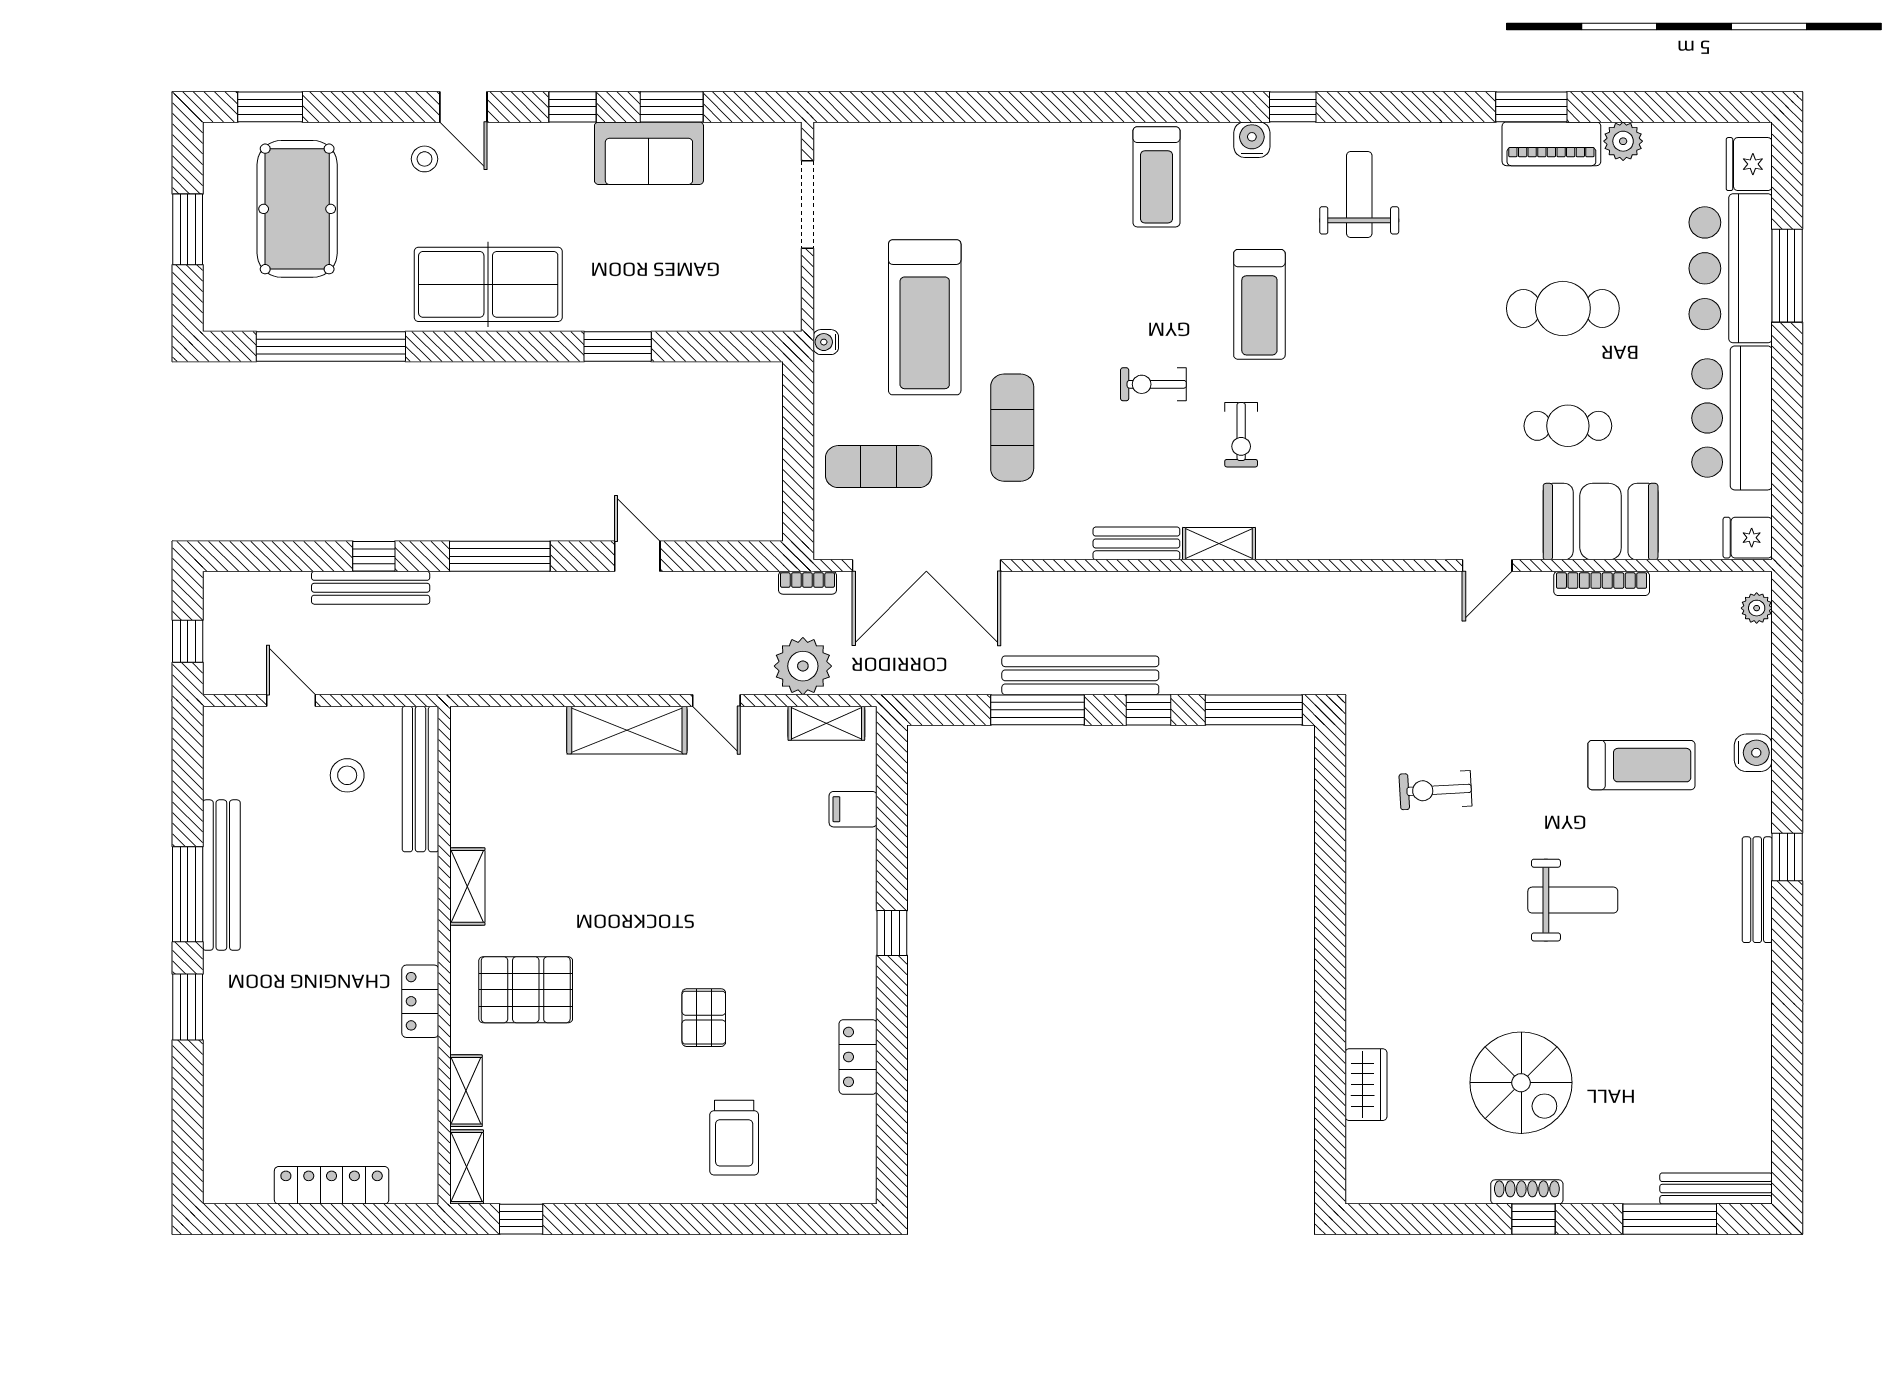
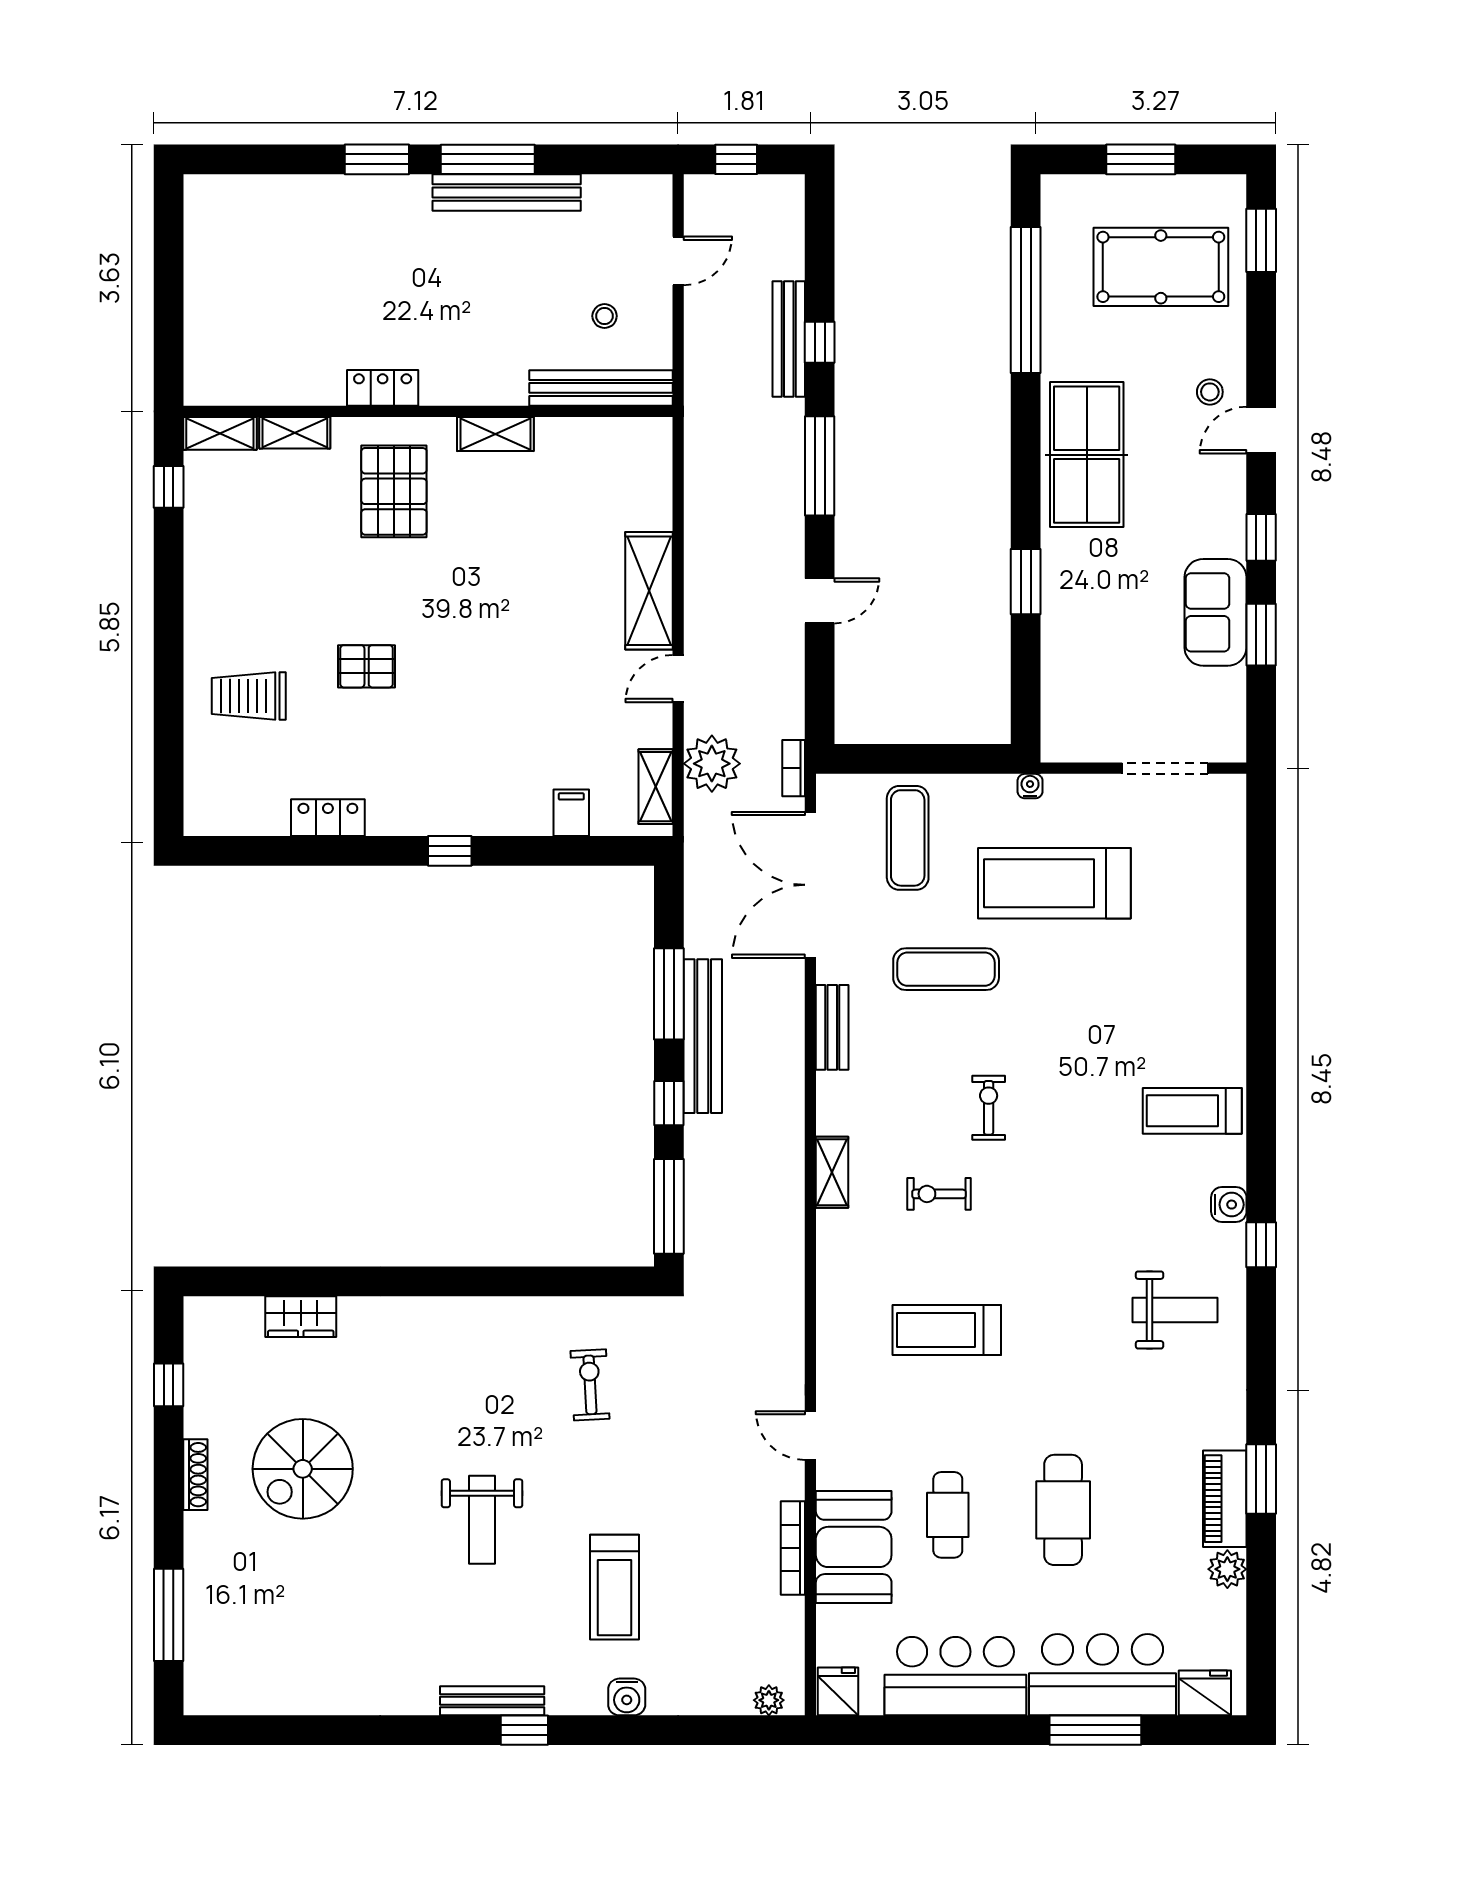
treadmill: (1259, 304) -> (947, 1330), moved
bench: (1136, 543) -> (832, 1027), moved
stool: (347, 775) -> (605, 316), width x0.73, depth x0.73
locker: (332, 1185) -> (202, 301), removed
bench: (1716, 1189) -> (199, 1660), removed
window: (1533, 1219) -> (169, 1385), moved

